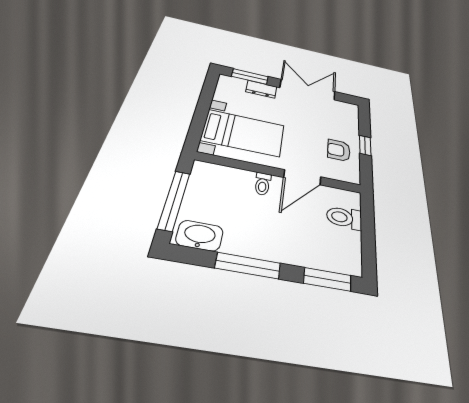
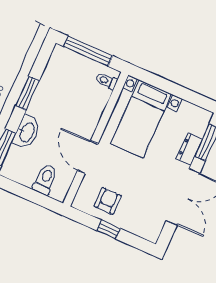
toilet: (263, 184) -> (106, 81), moved
washbasin: (200, 236) -> (27, 132), moved
window: (248, 266) -> (27, 93), width x0.69

